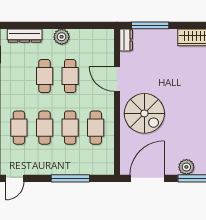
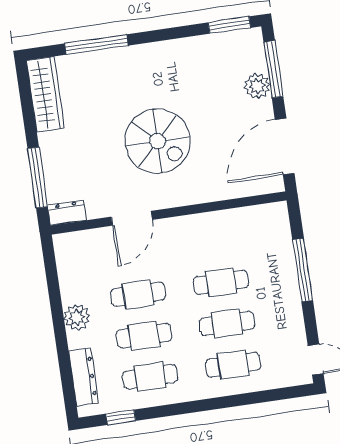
spiral stairs: (144, 113) -> (158, 141), moved, turned 90
cafe table: (96, 128) -> (150, 377), moved
door: (147, 178) -> (285, 146), hinge flipped

